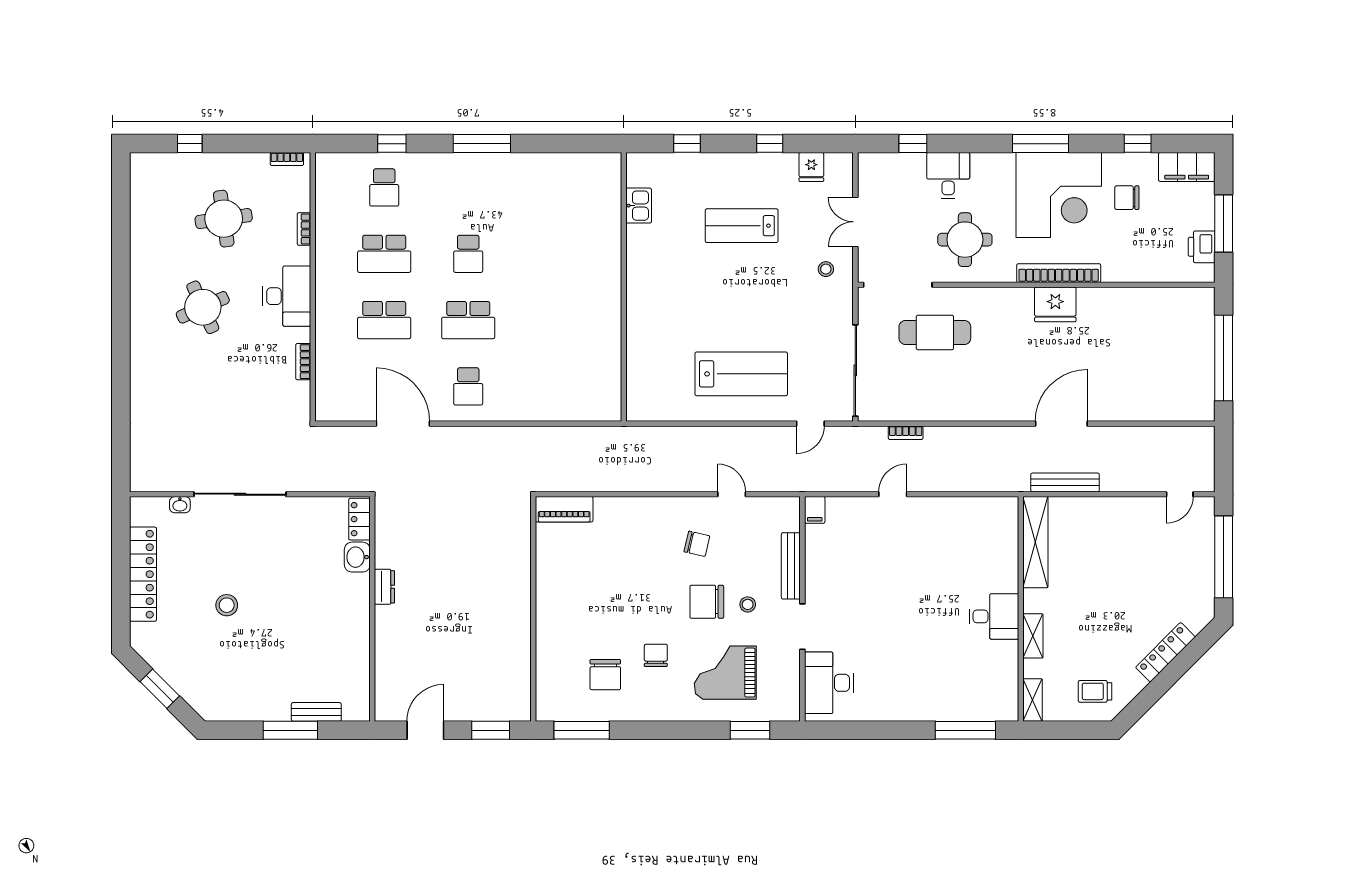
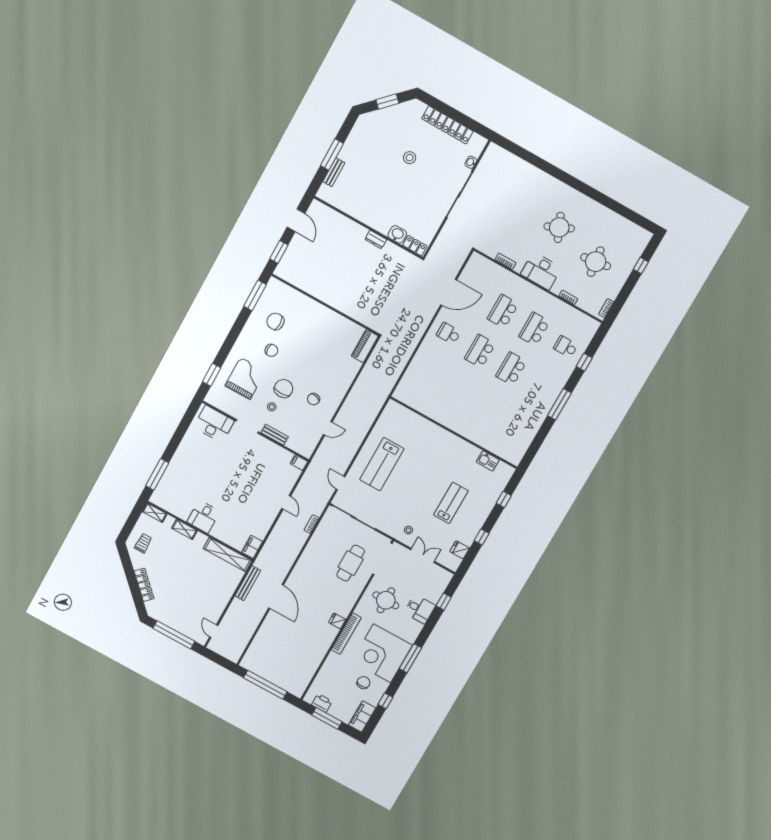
school desk: (468, 254) -> (511, 369), width x1.85
fridge: (1055, 304) -> (337, 621), width x0.53, depth x0.75
filing cabinet: (999, 509) -> (252, 547), added
bench: (791, 566) -> (275, 435), width x0.73

